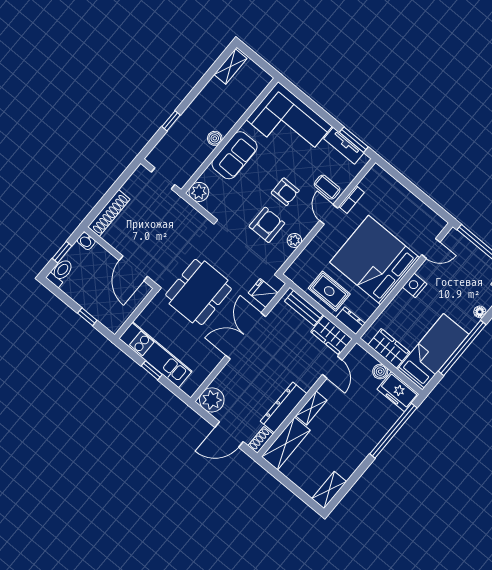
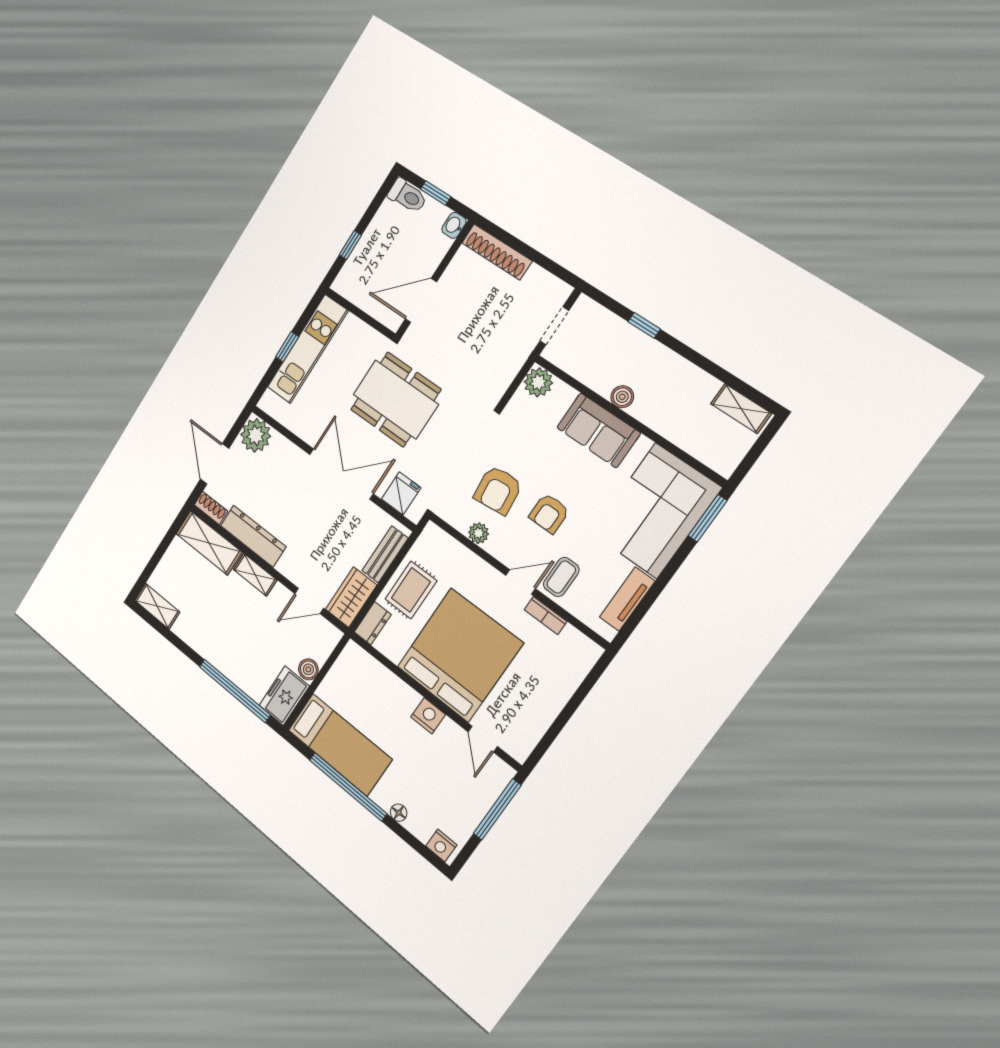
window: (354, 140) -> (708, 518), moved
armchair: (267, 225) -> (498, 490), turned 84
wardrobe: (389, 348) -> (340, 681), removed

